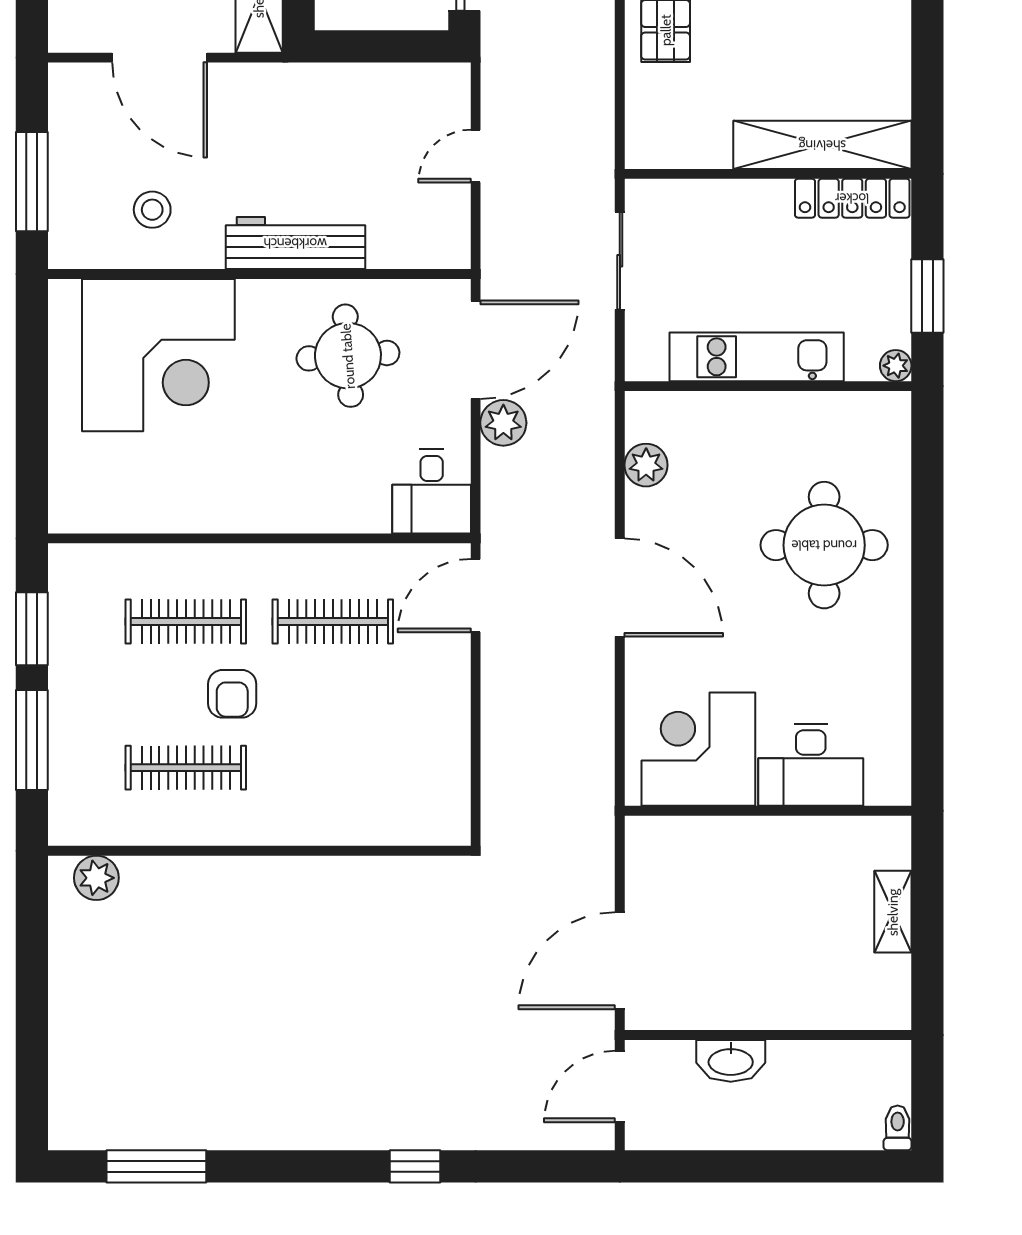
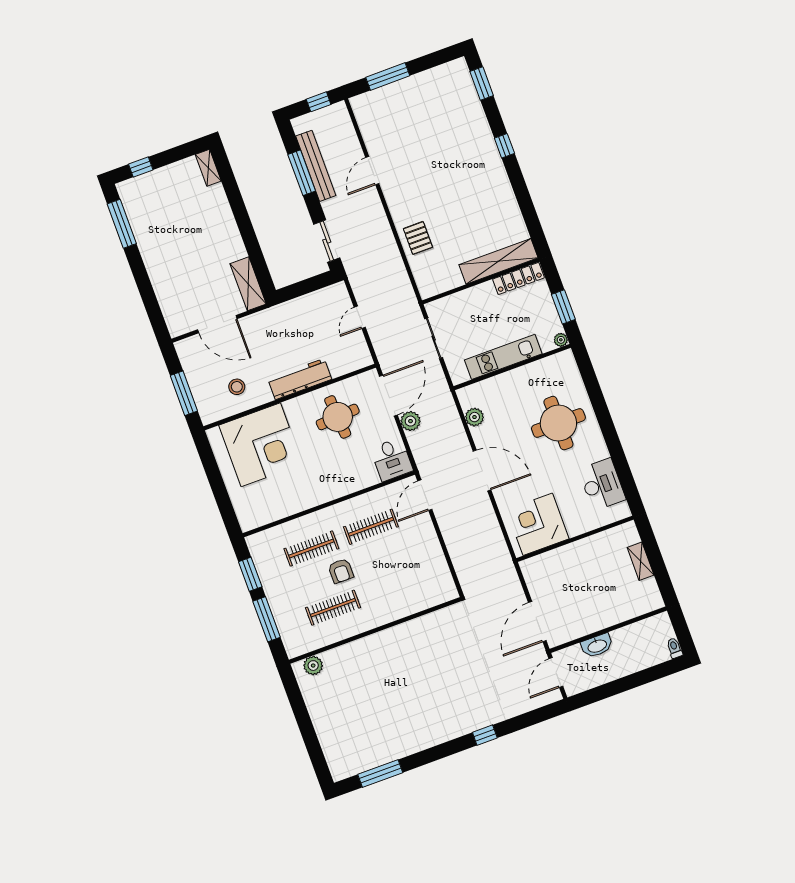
desk: (811, 765) -> (602, 484), moved, turned -90

